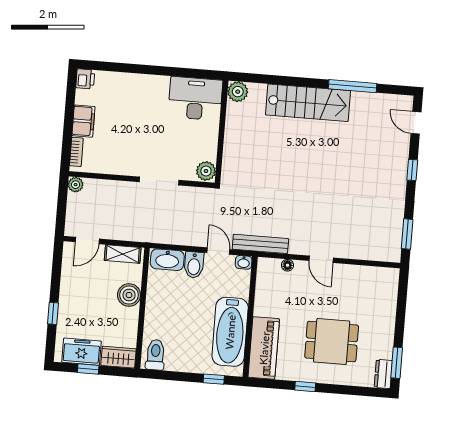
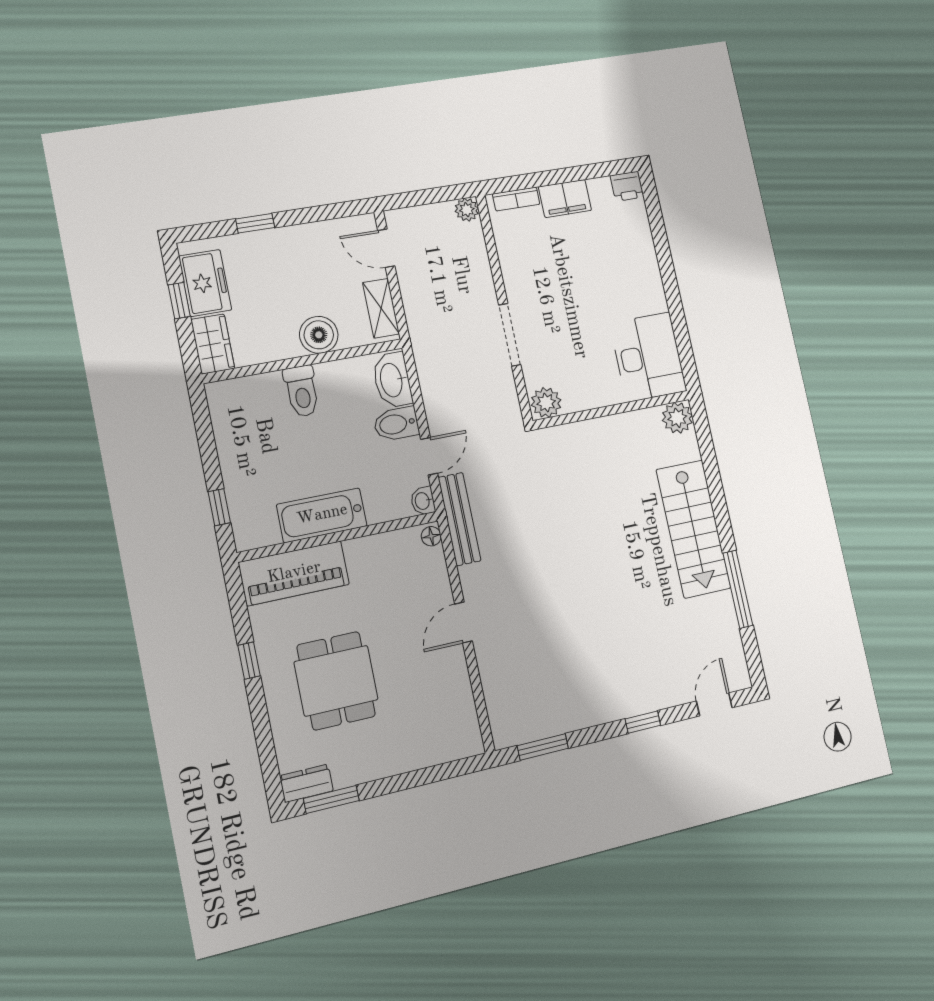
floor lamp: (287, 265) -> (431, 536), moved
bathtub: (230, 332) -> (322, 515), width x0.73, depth x0.73
toilet: (155, 355) -> (302, 391), moved, turned 90

